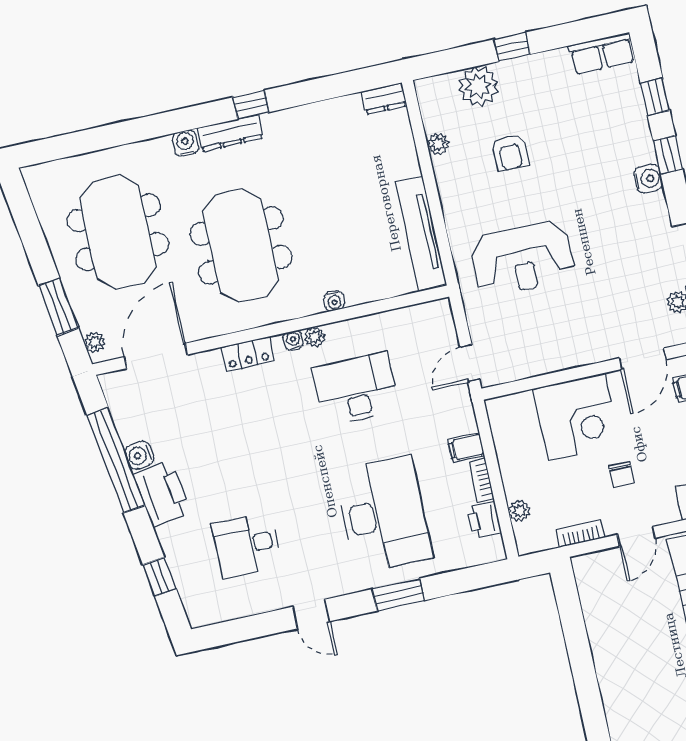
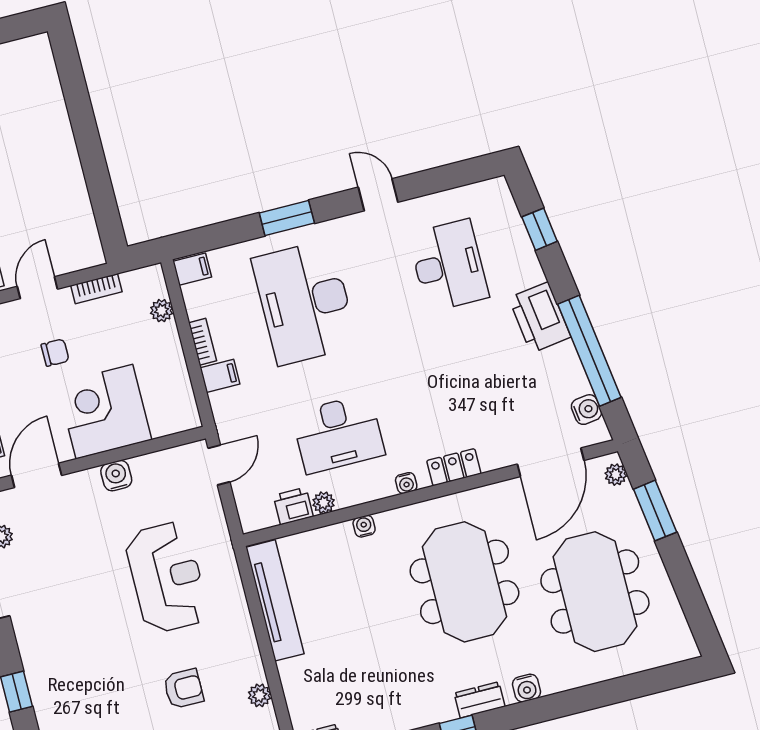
dresser: (230, 133) -> (480, 700), width x0.70
armchair: (510, 153) -> (184, 689), turned 90
water cooler: (648, 179) -> (116, 476), moved, turned 90
reception desk: (522, 258) -> (167, 577), turned 90
plant: (315, 337) -> (324, 503), moved
water cooler: (139, 455) -> (586, 410), moved
chair: (621, 474) -> (55, 353), turned 90
printer: (484, 520) -> (293, 506), moved, turned -90
desk: (247, 545) -> (449, 266), width x1.37
filing cabinet: (489, 549) -> (192, 269), added

